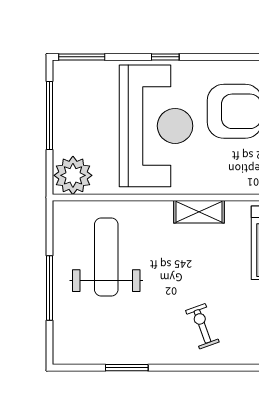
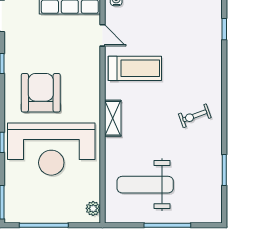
reception desk: (156, 126) -> (51, 149), turned 180
plant: (73, 175) -> (93, 208), width x0.53, depth x0.53

